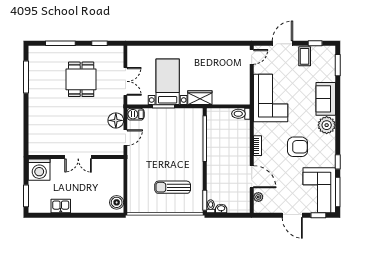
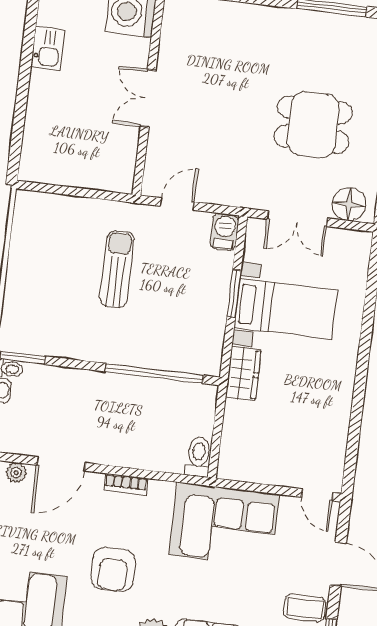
floor lamp: (116, 120) -> (349, 204), moved
door: (125, 138) -> (177, 204), swing flipped
sun lounger: (173, 187) -> (117, 269), moved
boiler: (117, 202) -> (41, 169), removed

